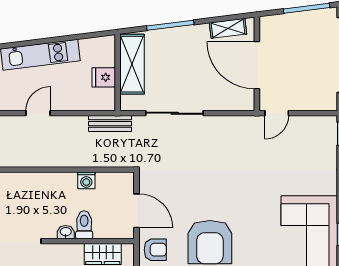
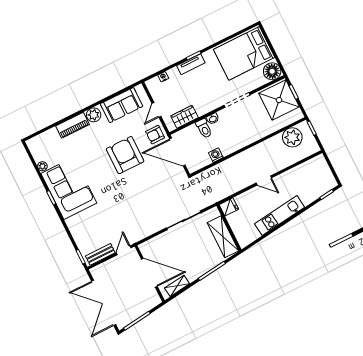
fridge: (104, 77) -> (229, 207), moved
door: (38, 113) -> (264, 180), hinge flipped
bench: (110, 124) -> (100, 254), moved
door: (137, 211) -> (177, 152), width x1.36

